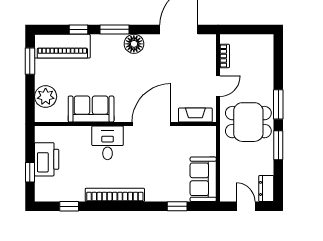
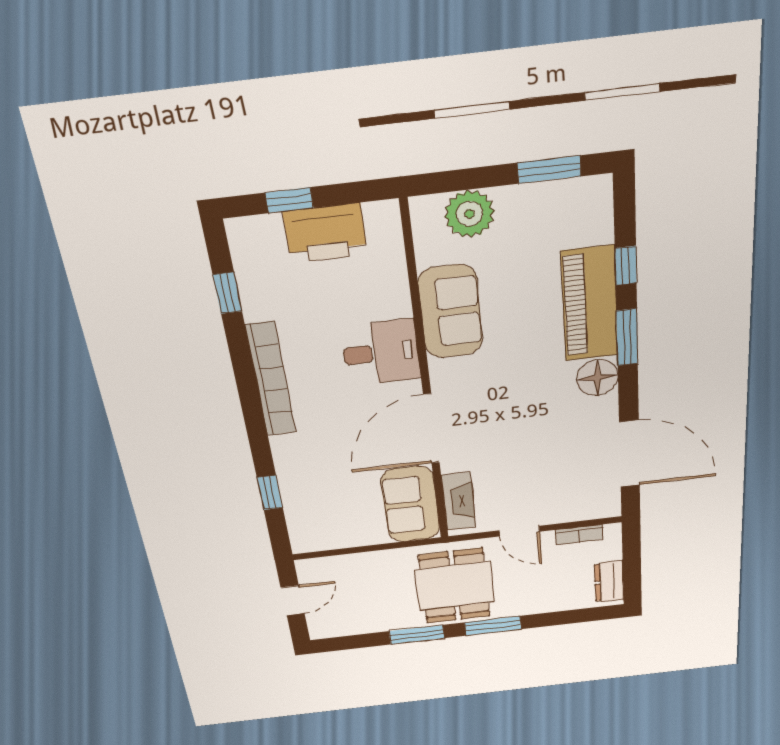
piano: (62, 46) -> (590, 304), moved
door: (151, 124) -> (431, 429), swing flipped
sofa: (203, 179) -> (411, 504), moved, turned -90
dresser: (266, 188) -> (609, 581), moved, turned -90

